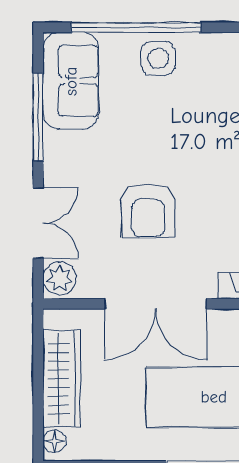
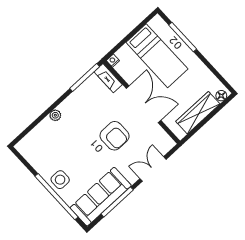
sofa: (71, 81) -> (101, 197), width x1.36
armchair: (148, 211) -> (115, 136), turned 90
plant: (60, 278) -> (165, 145), removed

